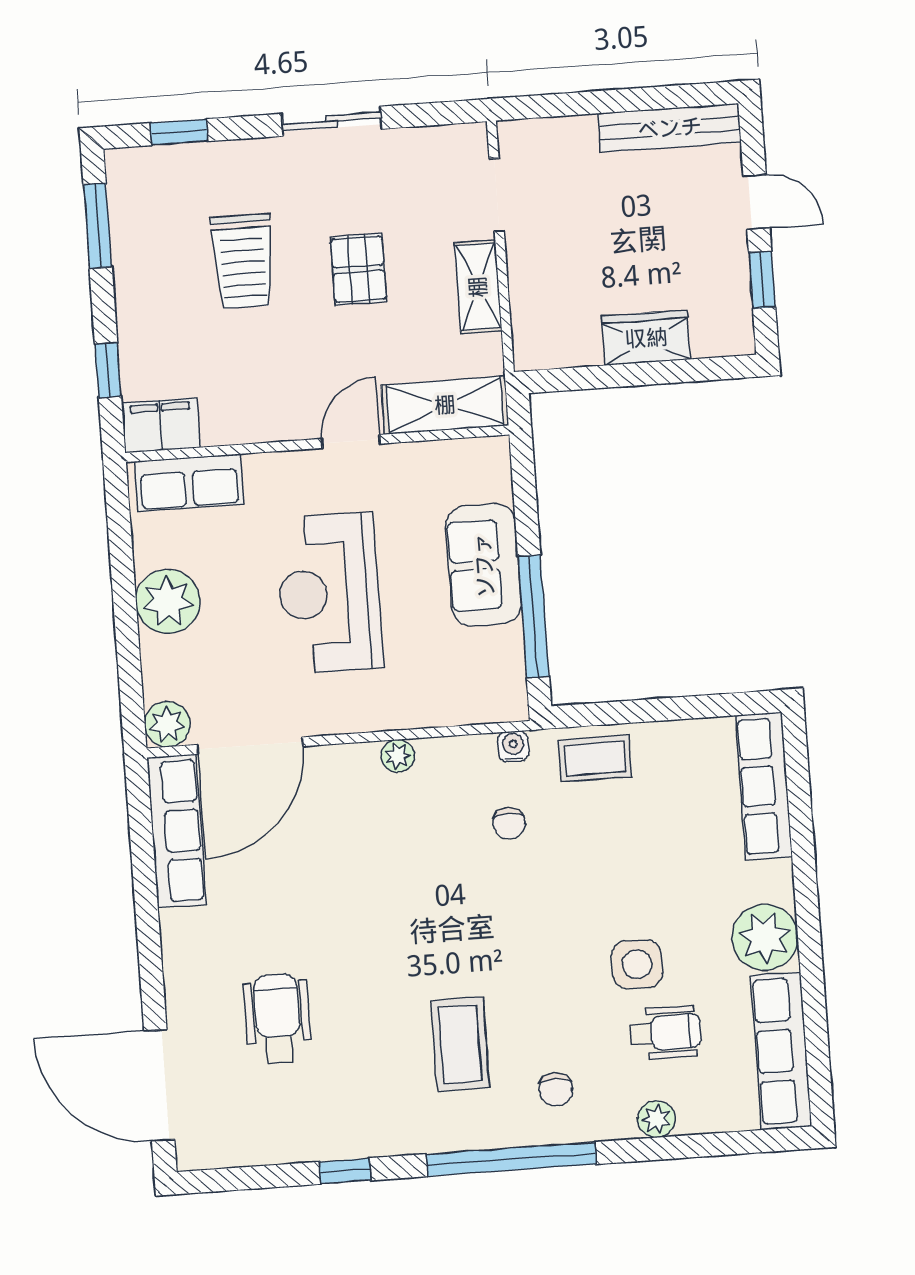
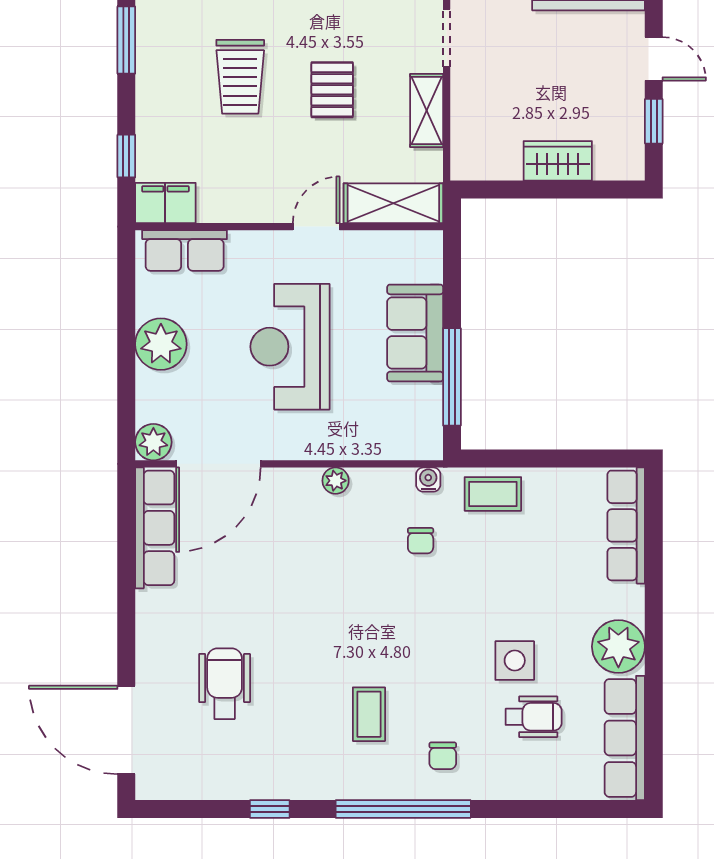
coffee table: (460, 1044) -> (369, 714), width x0.73, depth x0.77
plant: (656, 1119) -> (521, 785), removed

